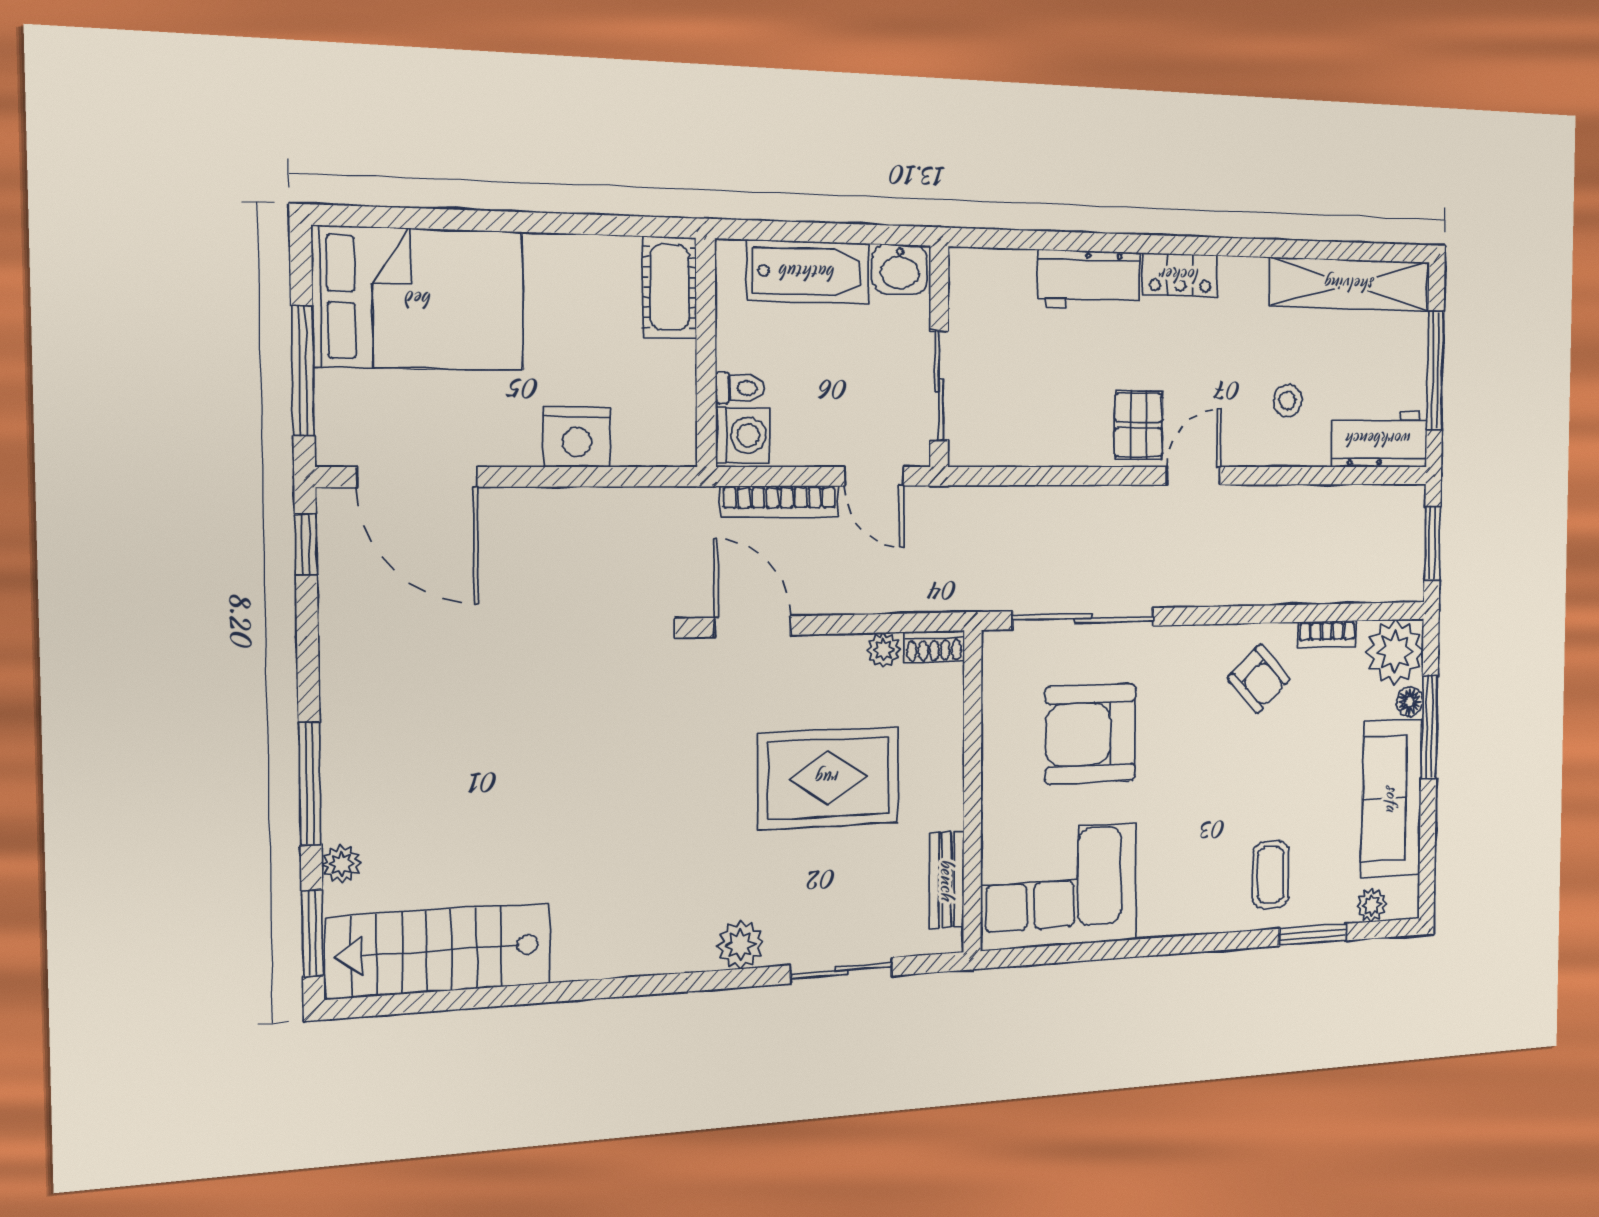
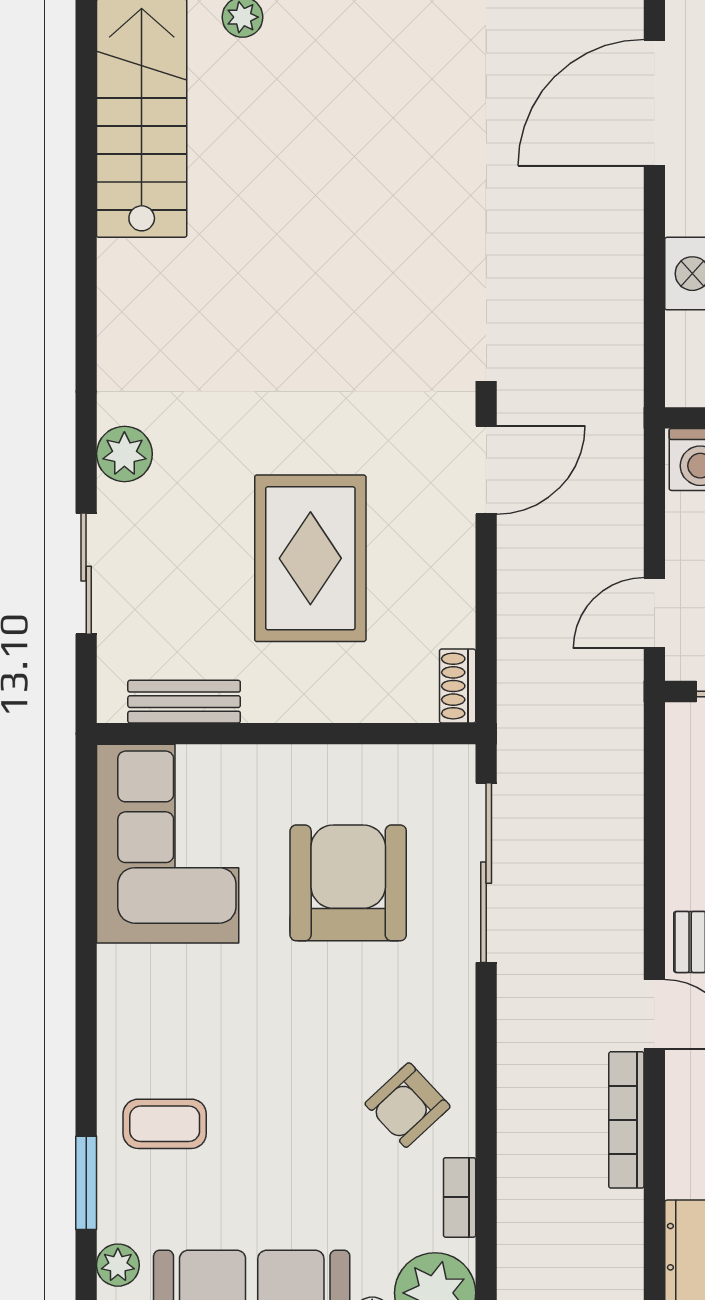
bookcase: (780, 501) -> (626, 1120), moved
plant: (884, 650) -> (455, 624), removed

